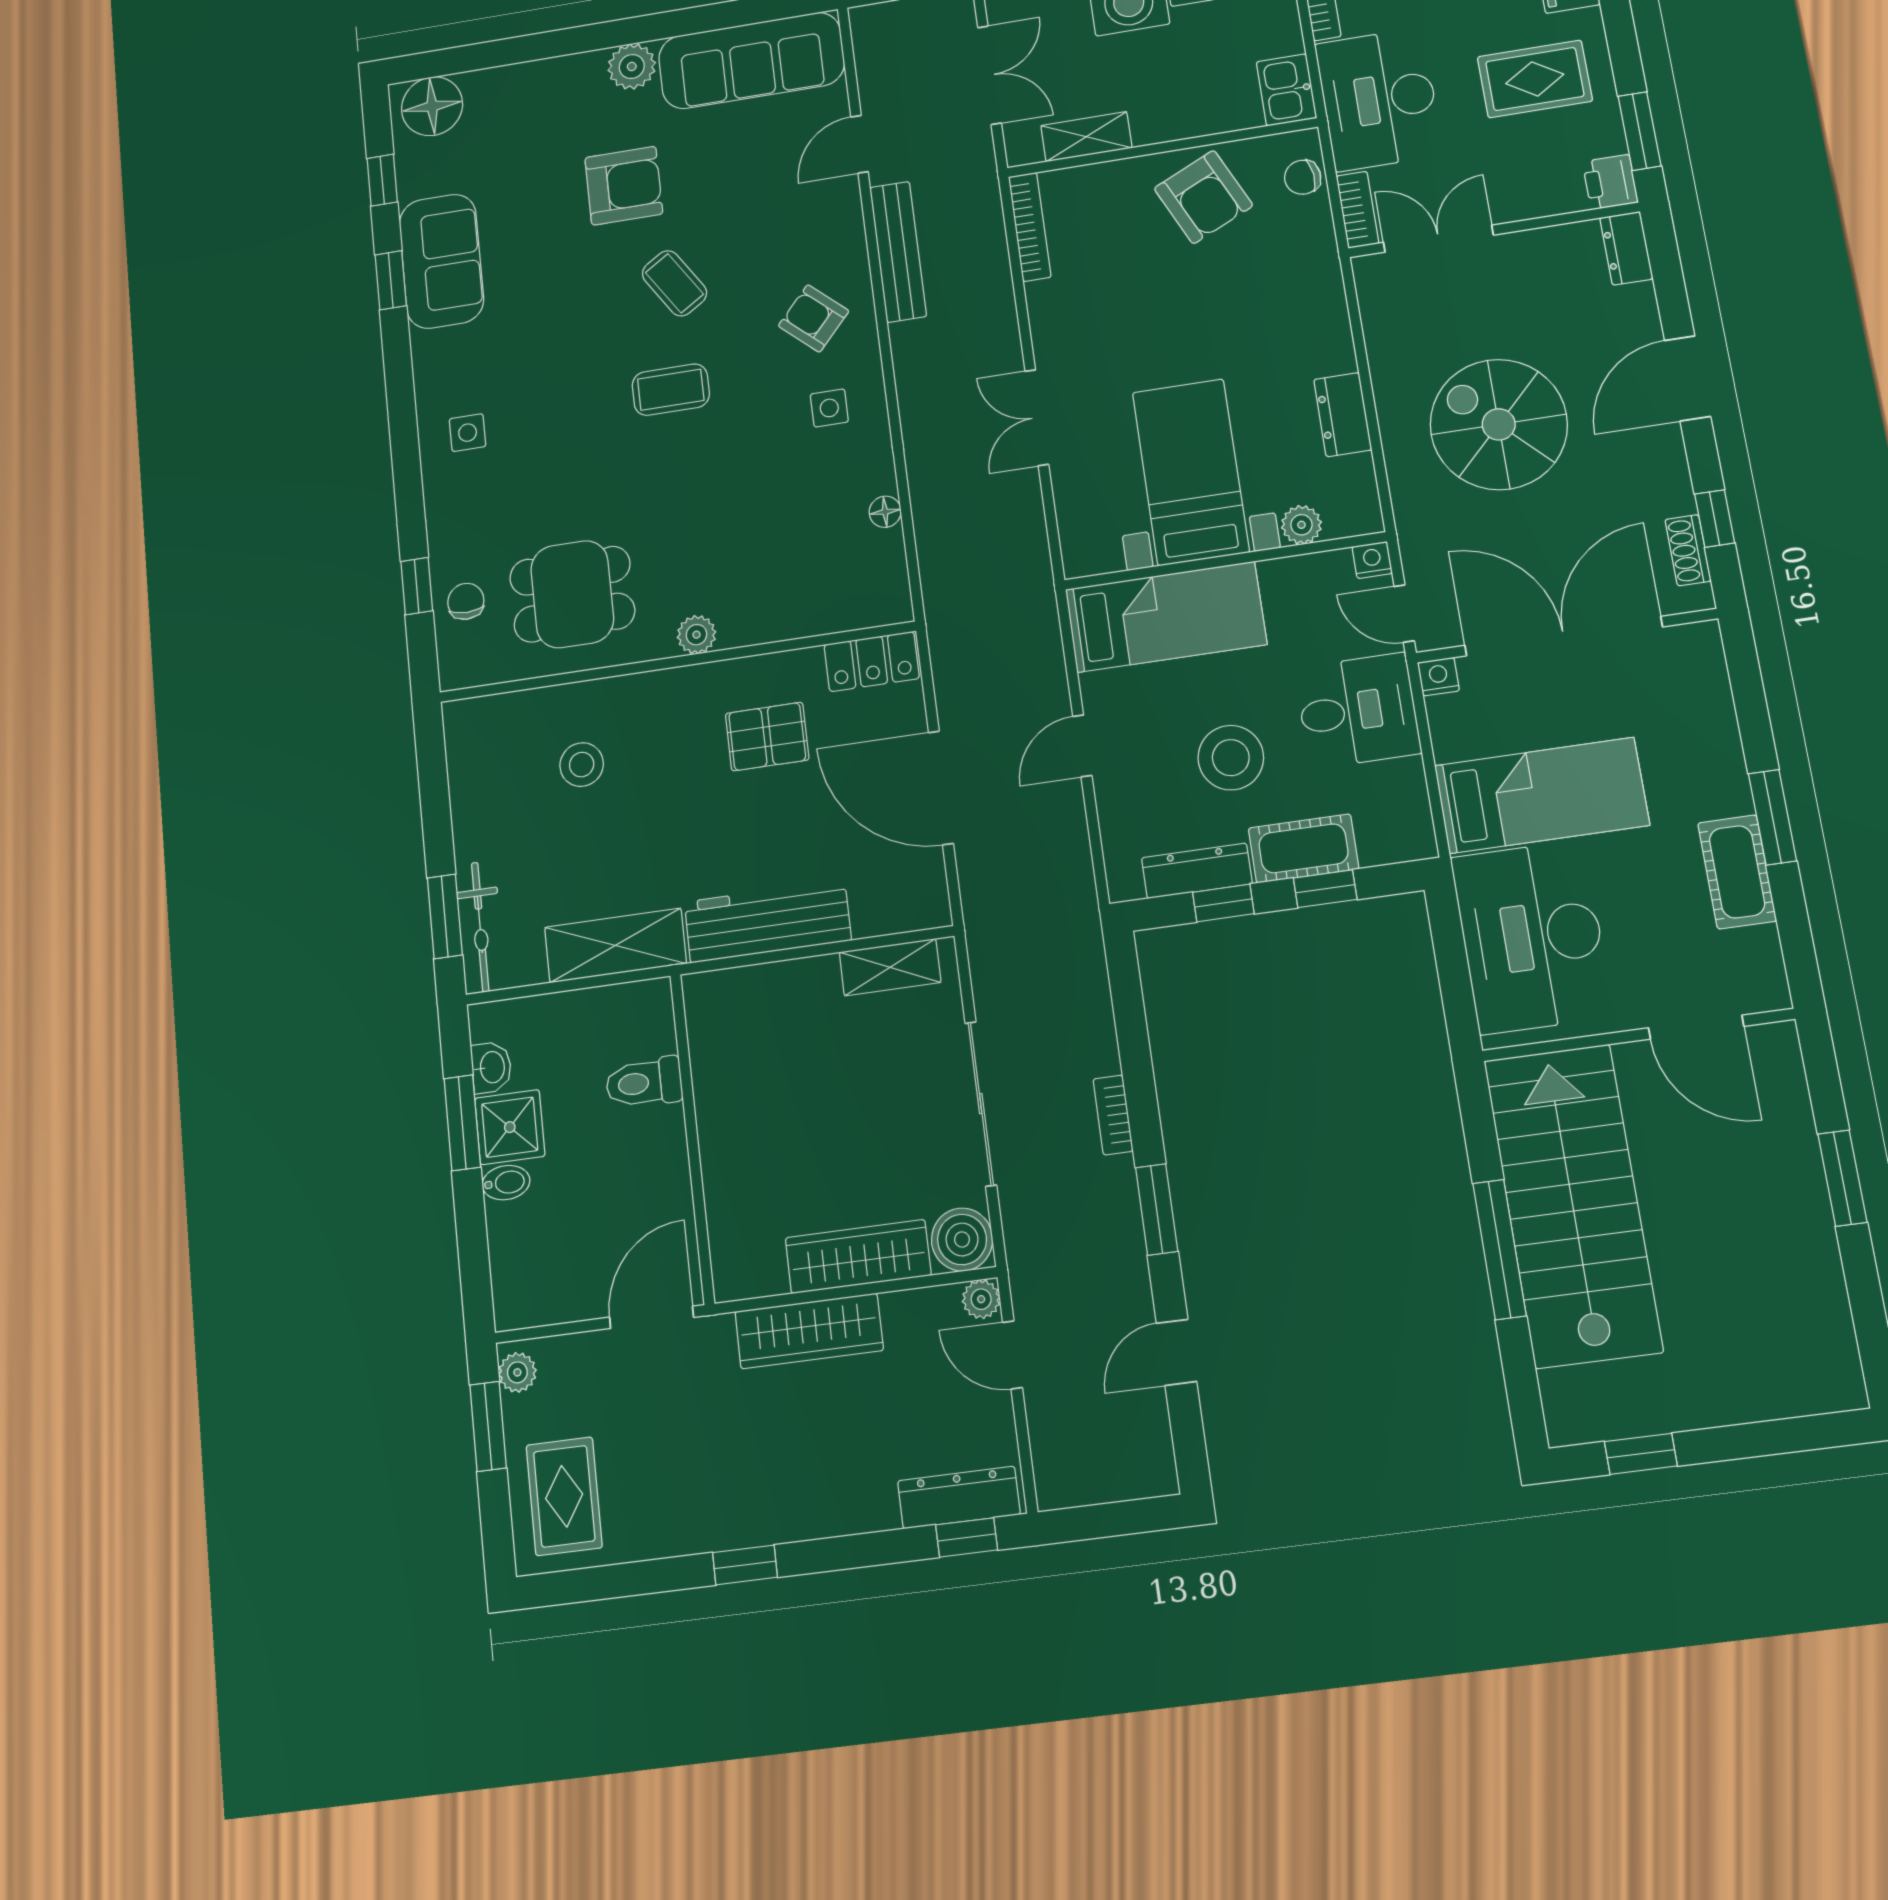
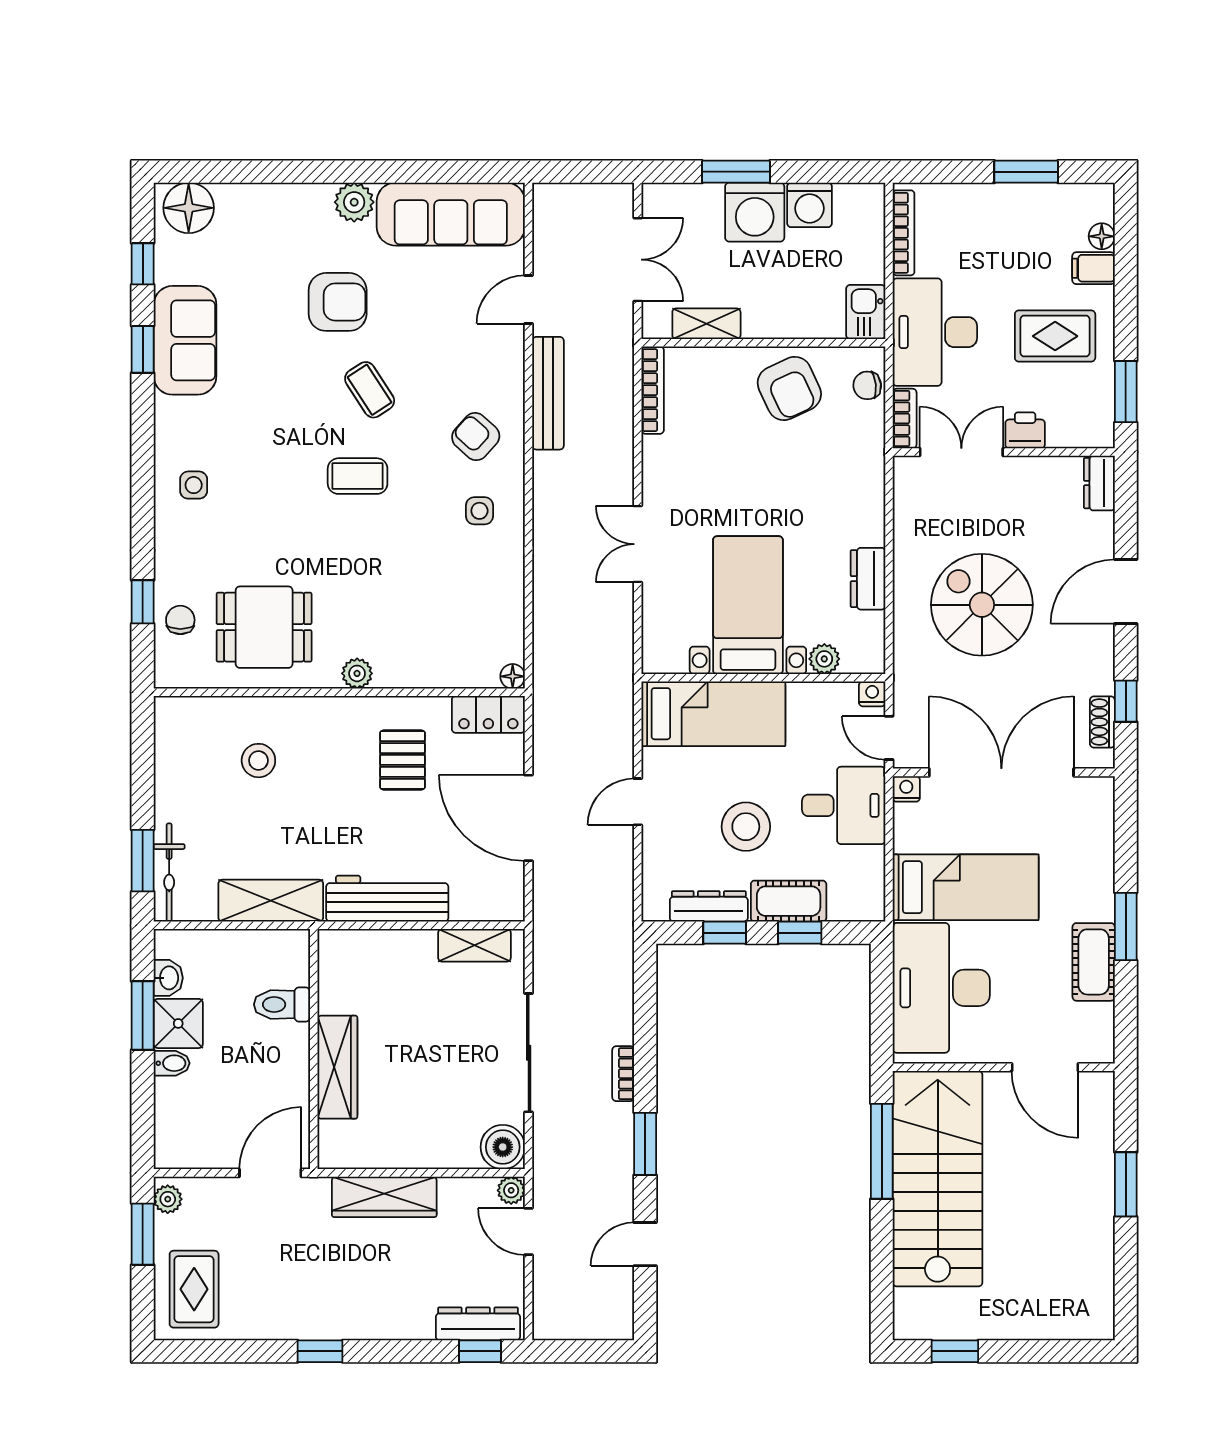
printer: (1610, 182) -> (1025, 430), moved, turned 90
floor lamp: (885, 512) -> (513, 676), moved
pallet: (767, 737) -> (402, 760), turned 90
window: (1499, 1249) -> (882, 1151), moved
wardrobe: (858, 1257) -> (337, 1067), moved, turned 90

